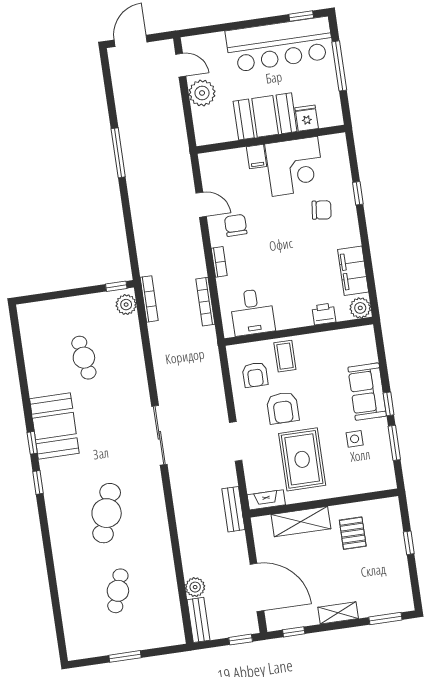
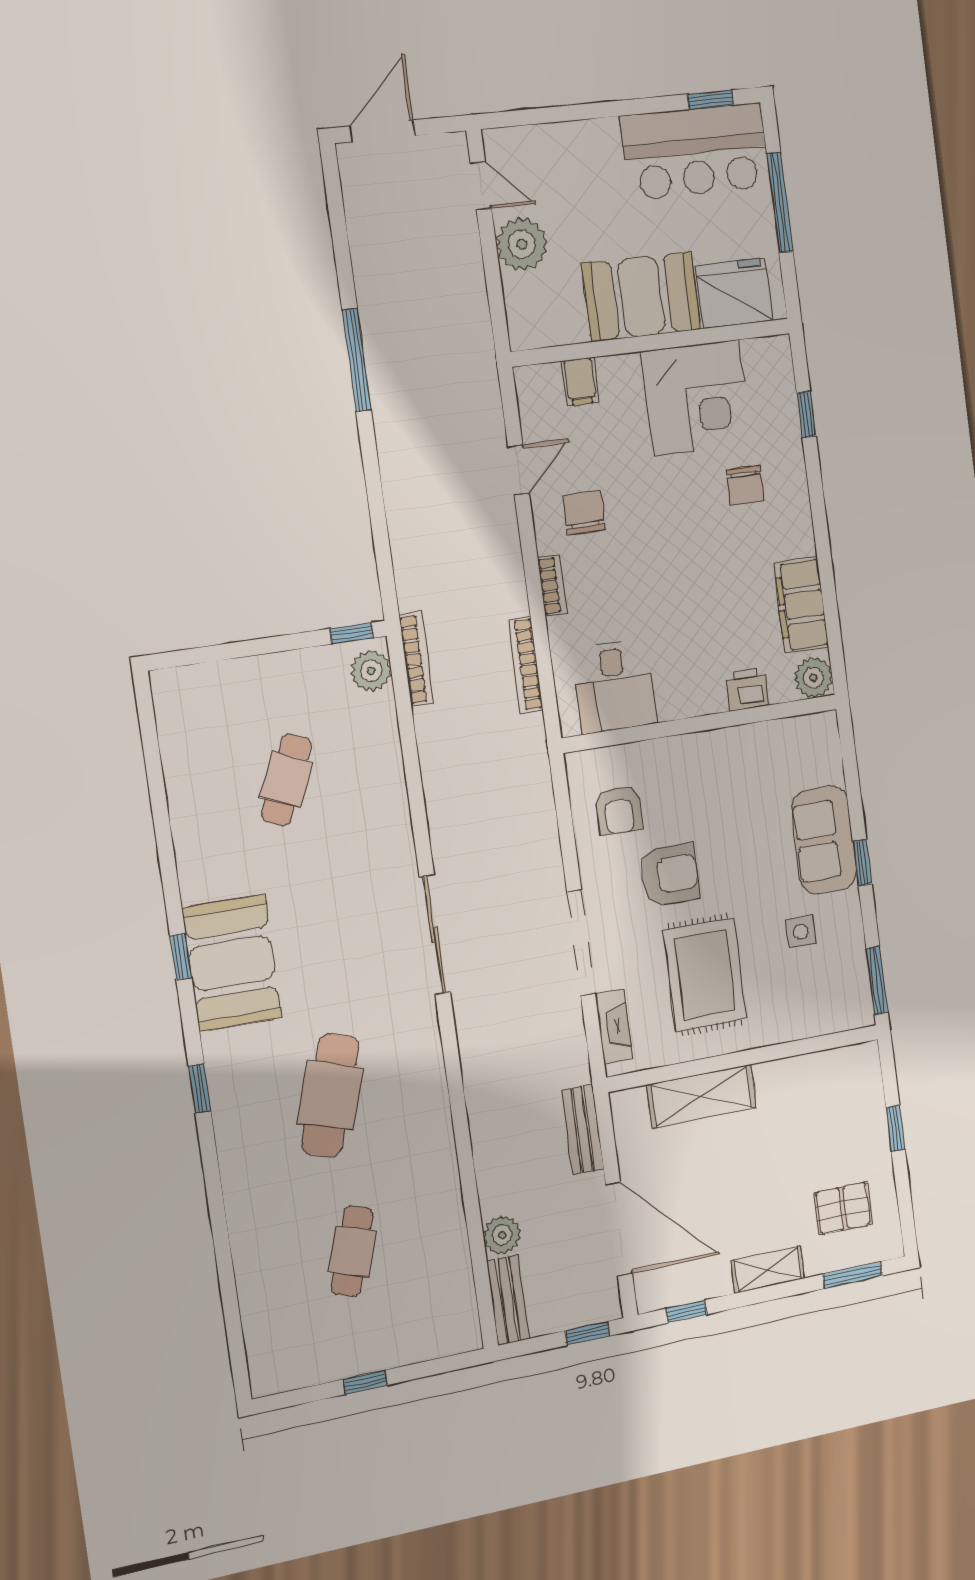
bar counter: (280, 44) -> (696, 151), width x0.73
fridge: (307, 118) -> (734, 293), width x1.88, depth x1.34
filing cabinet: (256, 157) -> (580, 382), moved
window: (358, 193) -> (806, 414), moved
door: (201, 205) -> (518, 470), hinge flipped
chair: (322, 210) -> (745, 485), turned 83
coffee table: (285, 356) -> (675, 773), removed
cafe table: (84, 358) -> (286, 780), turned 33
armchair: (283, 408) -> (670, 875), turned -90
booth: (54, 426) -> (232, 963), moved
doorway: (236, 441) -> (581, 943), width x1.36
window: (394, 443) -> (877, 980), moved
window: (38, 482) -> (200, 1088), moved
fireplace: (266, 500) -> (614, 1027), moved, turned 90
bench: (233, 509) -> (583, 1130), moved
pallet: (353, 533) -> (843, 1208), moved, turned 90
window: (125, 656) -> (365, 1382), width x0.67

